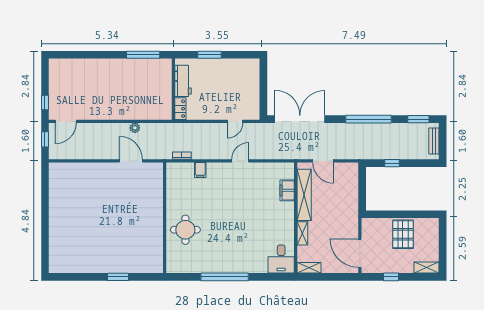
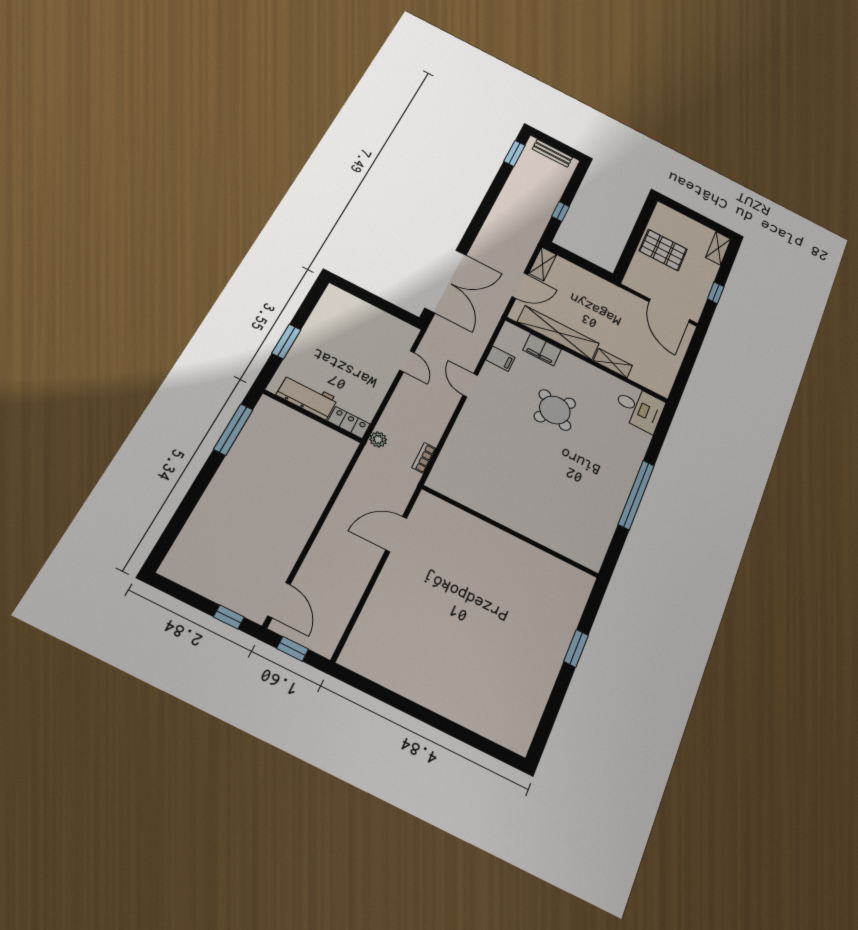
double door: (300, 119) -> (446, 281), swing flipped
window: (368, 119) -> (487, 205), removed
plant: (135, 128) -> (378, 440), moved
filing cabinet: (200, 170) -> (500, 359), moved
round table: (185, 230) -> (555, 410), moved, turned 35
door: (360, 253) -> (669, 311), hinge flipped
shelving: (309, 268) -> (543, 264), moved

